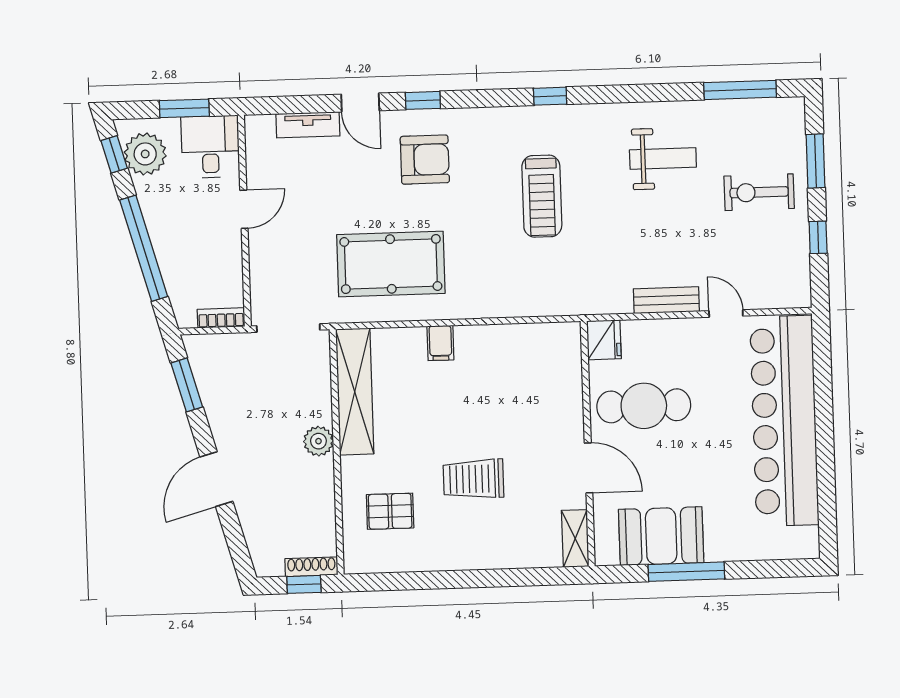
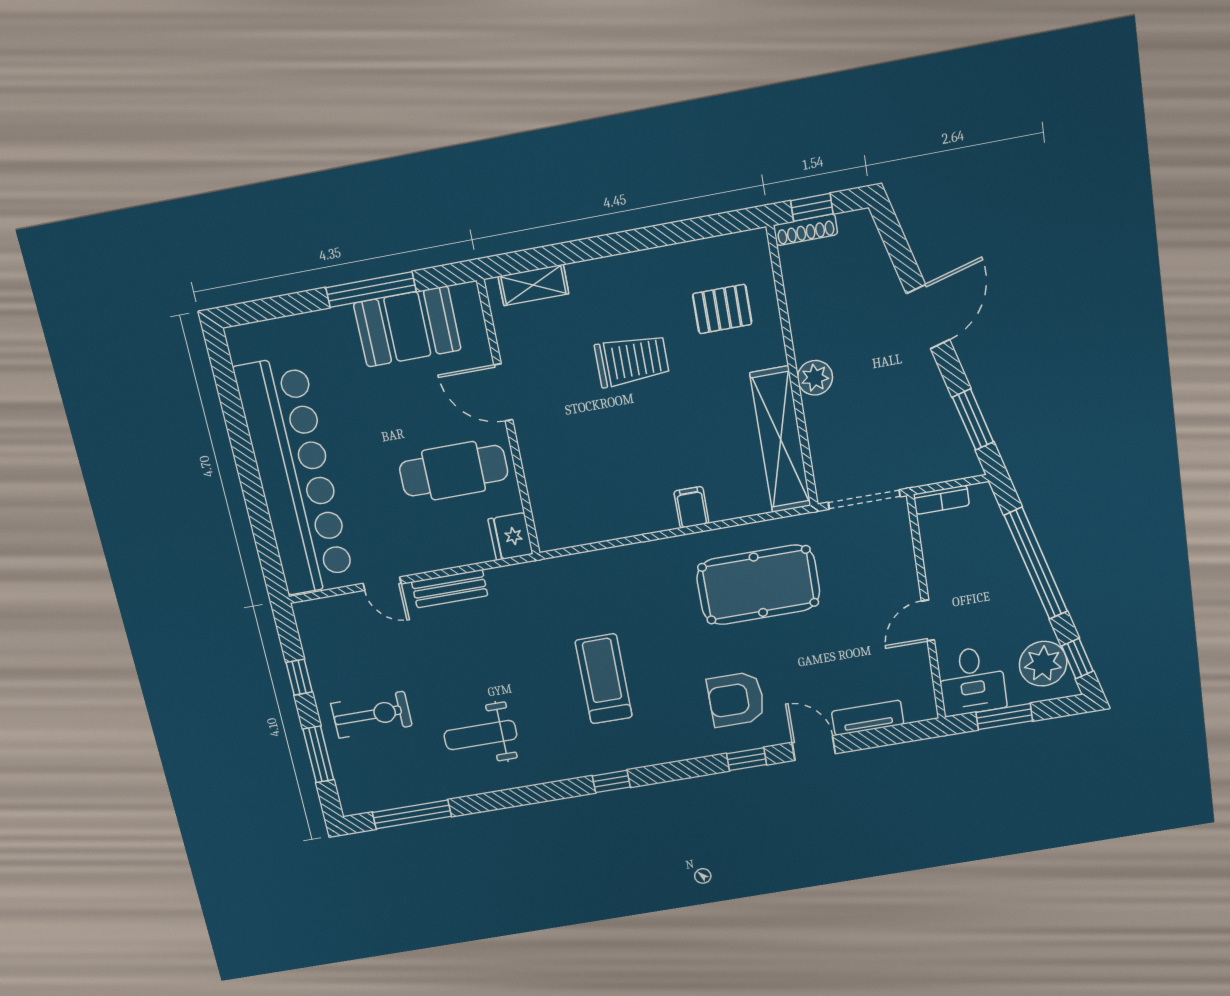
shelving: (575, 538) -> (533, 285), moved, turned 90

